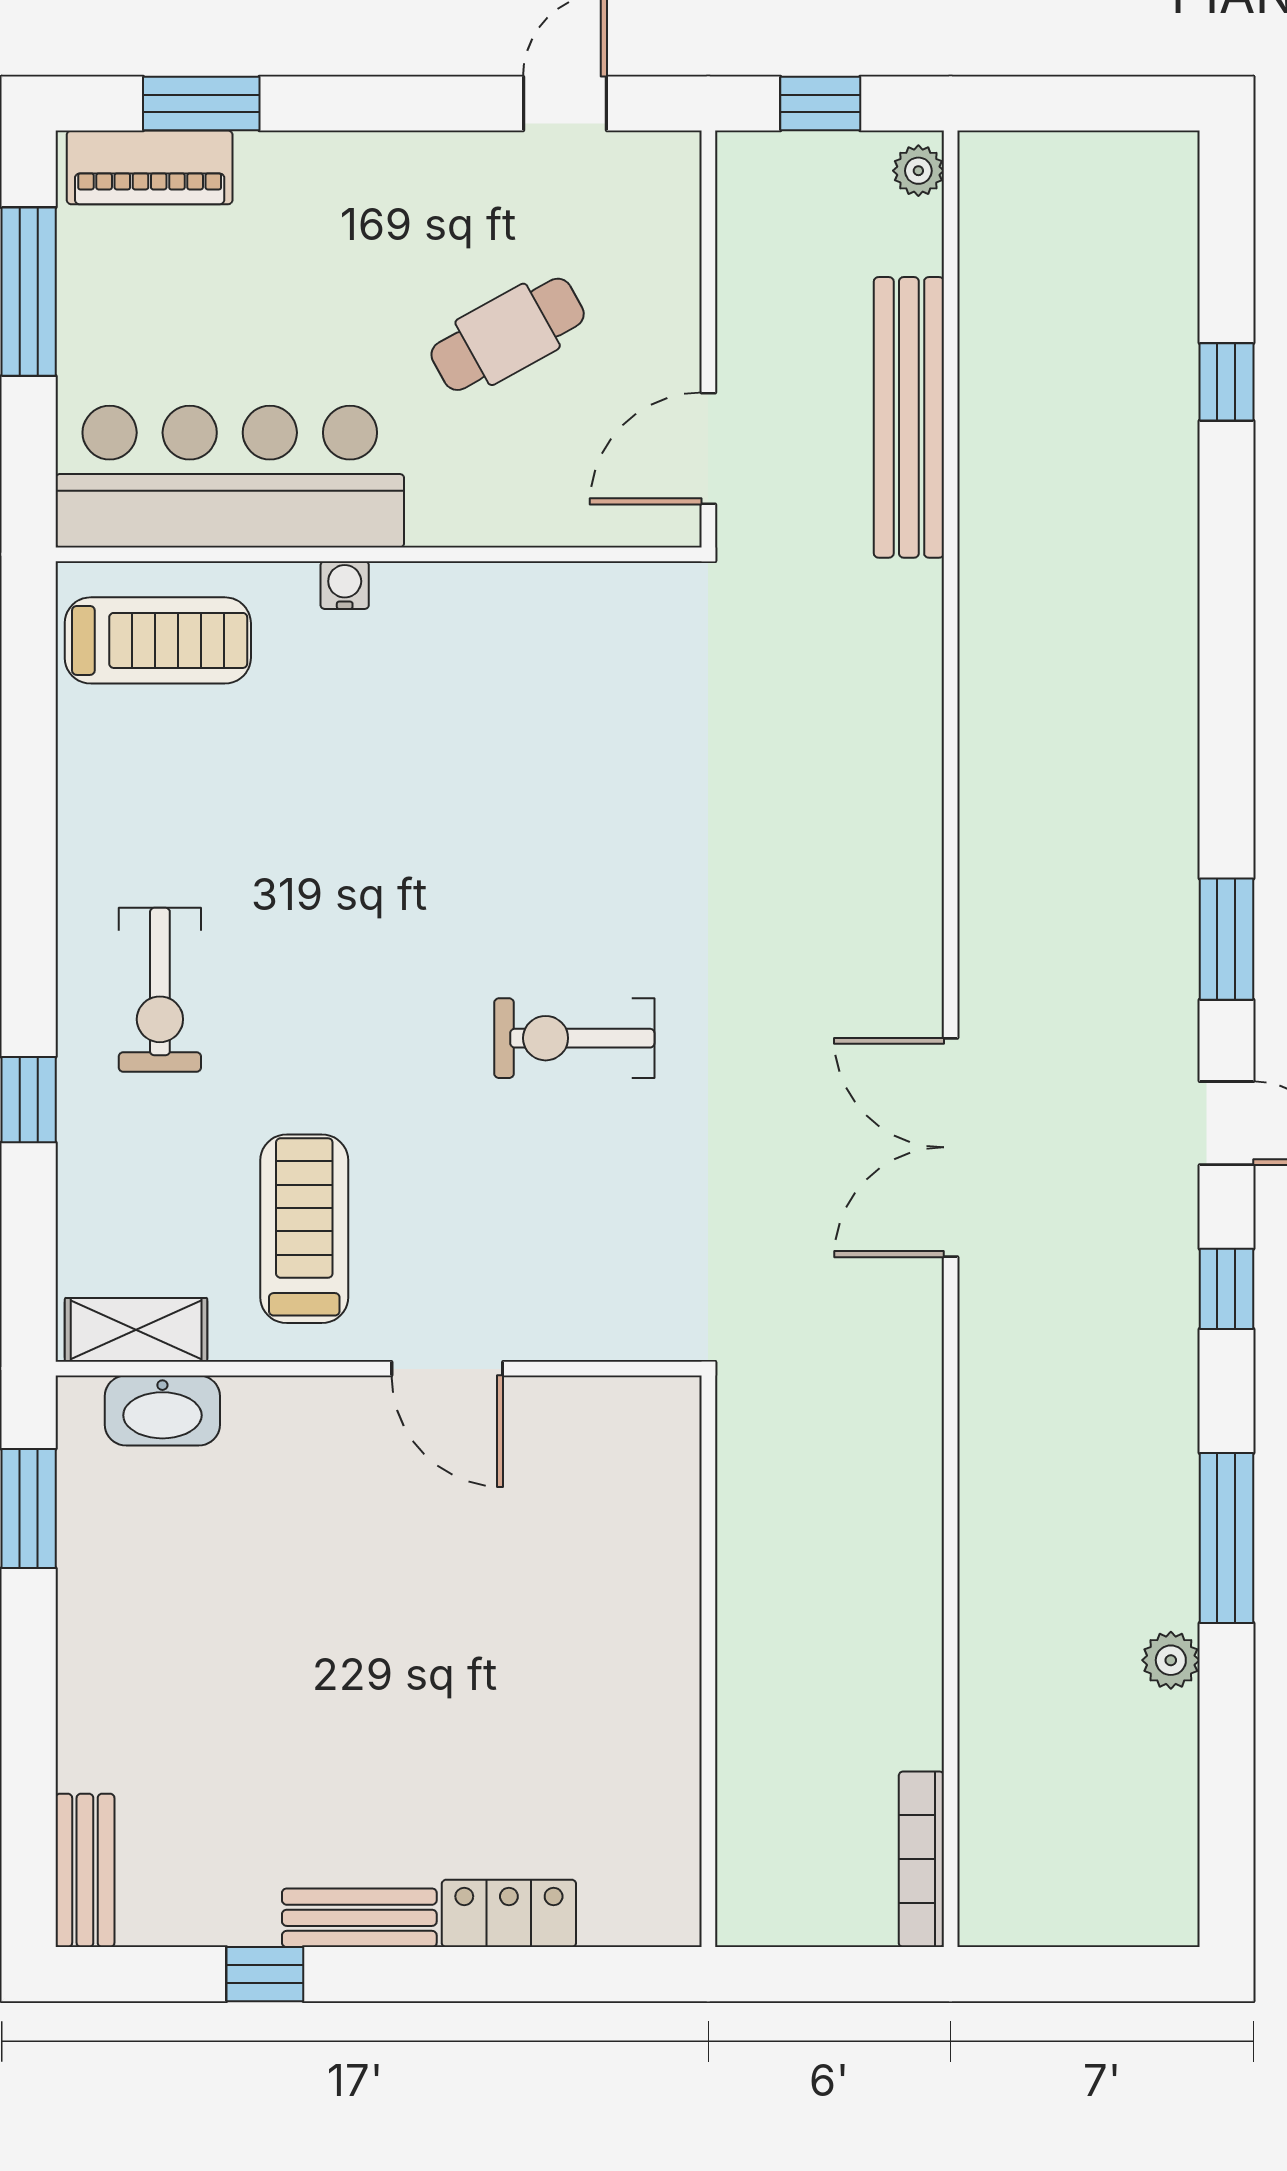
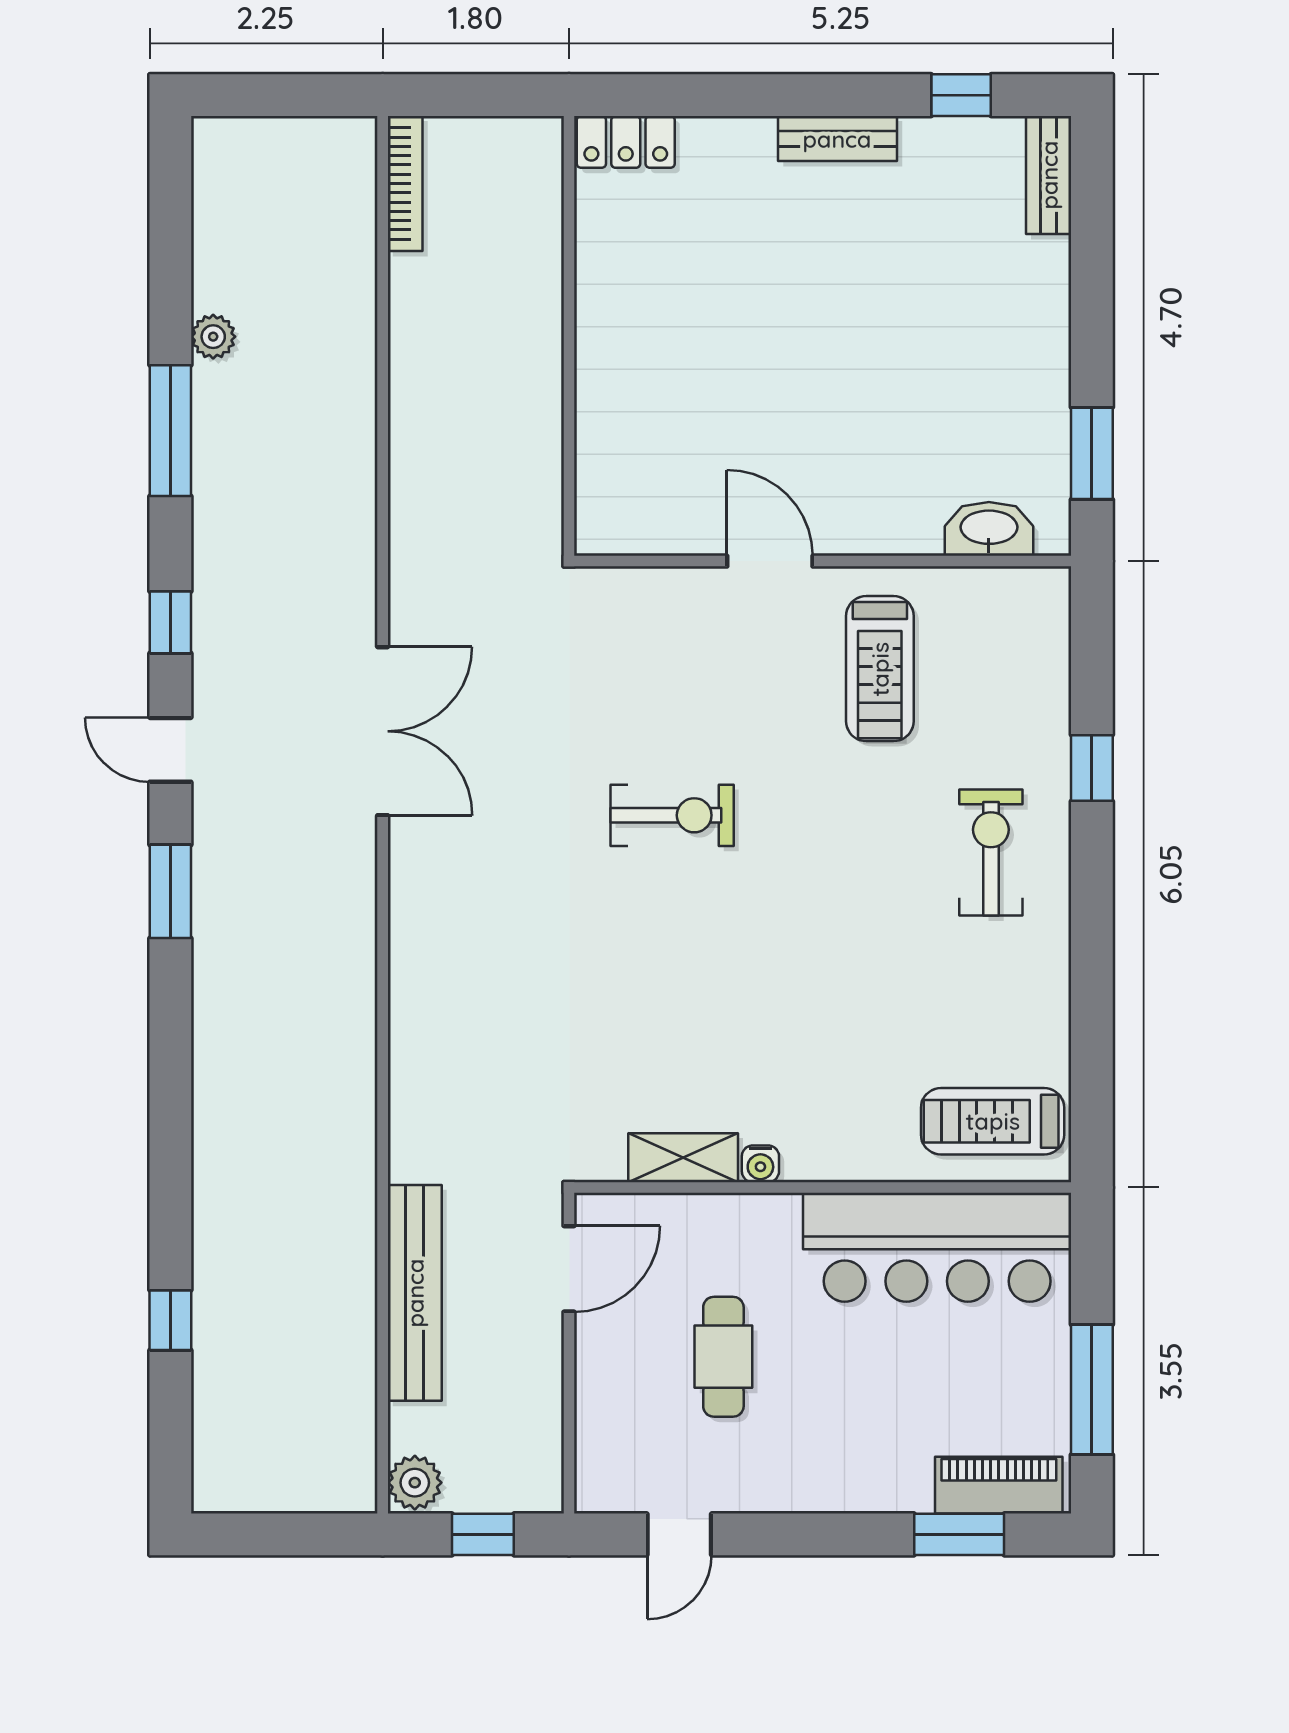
plant: (918, 171) -> (415, 1483), width x1.38, depth x1.38
cafe table: (508, 334) -> (723, 1357), turned -61
water cooler: (345, 585) -> (760, 1164), moved
shelving: (136, 1330) -> (683, 1158), moved
locker: (509, 1913) -> (626, 142), moved
window: (265, 1974) -> (961, 95), moved

